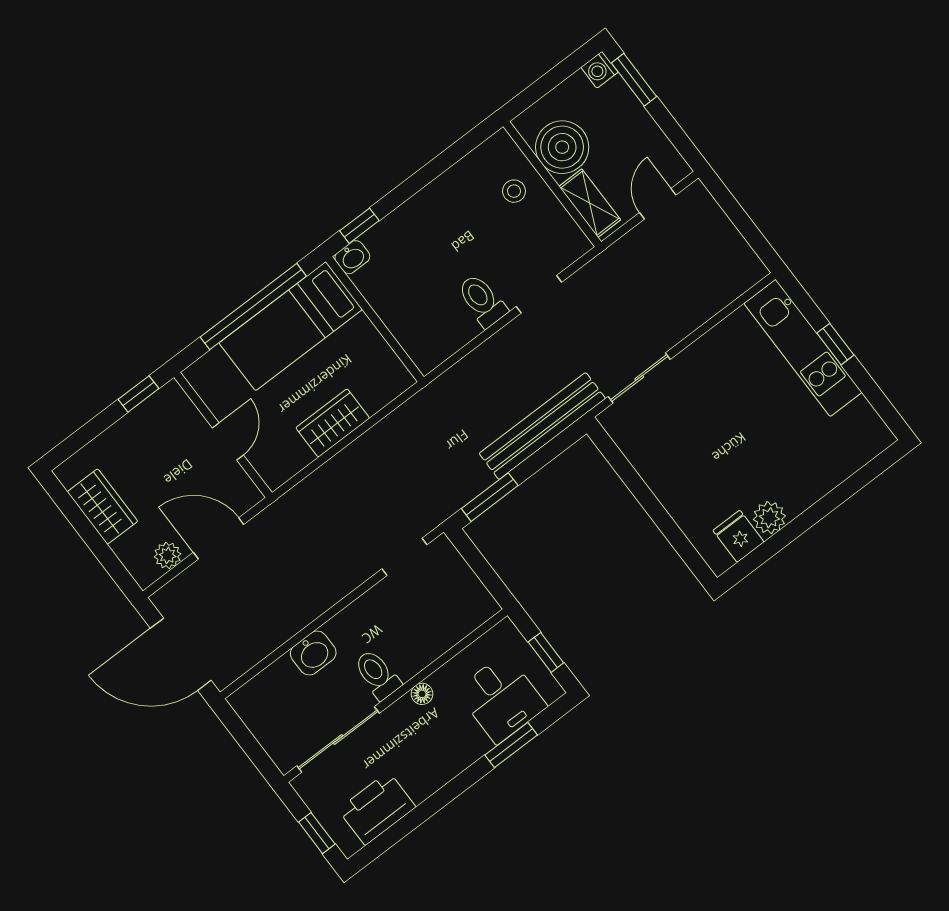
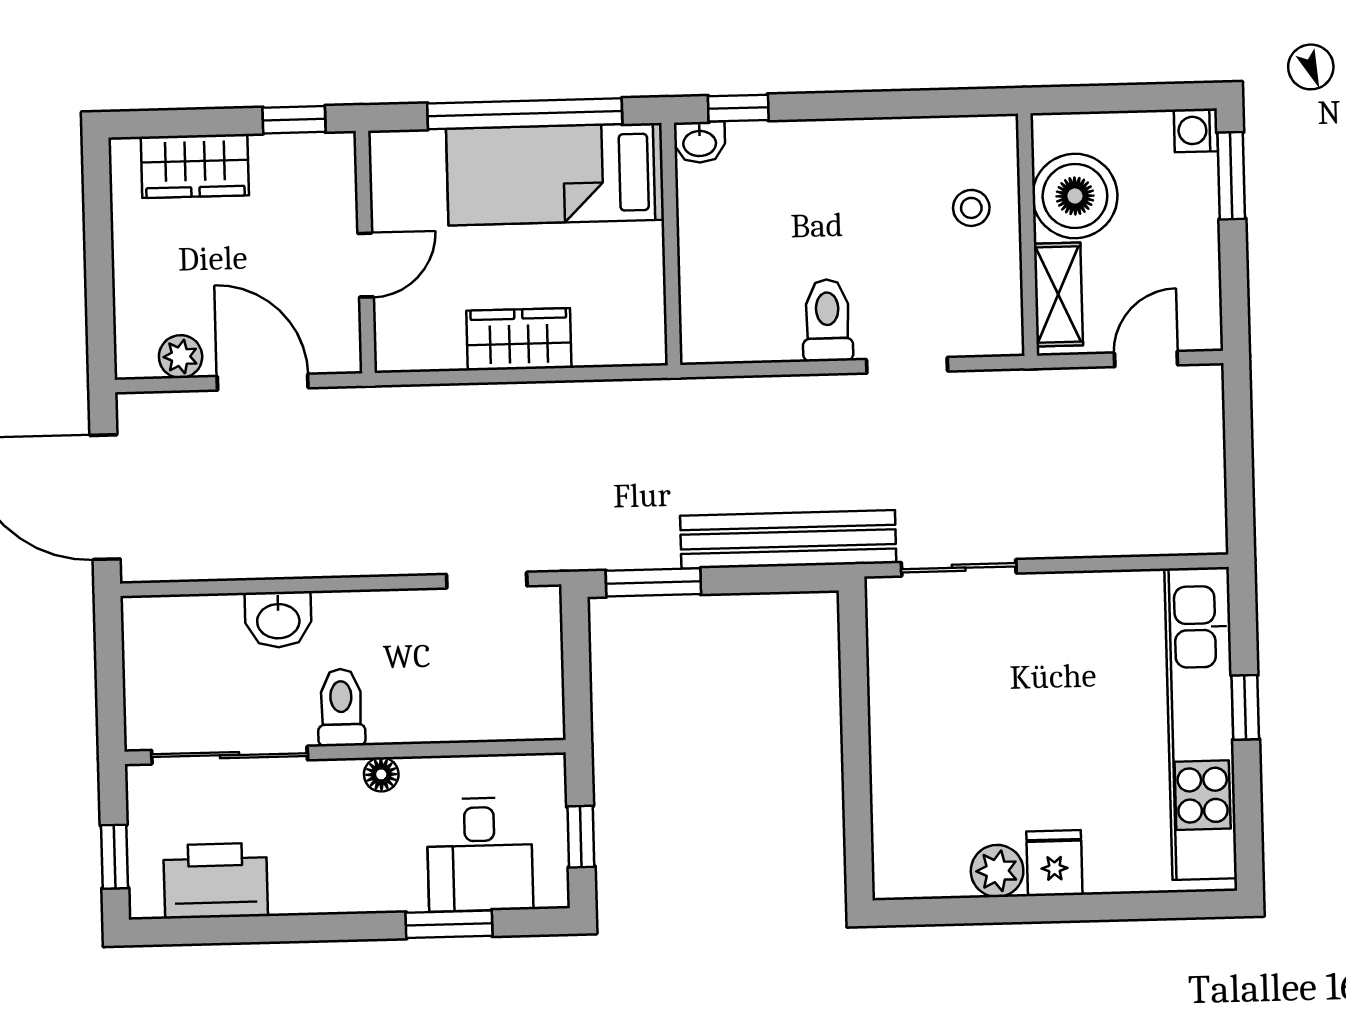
kitchen unit: (803, 348) -> (1201, 723), width x1.36
wardrobe: (102, 507) -> (195, 166), moved, turned 90
fridge: (738, 536) -> (1054, 863), moved

